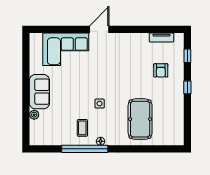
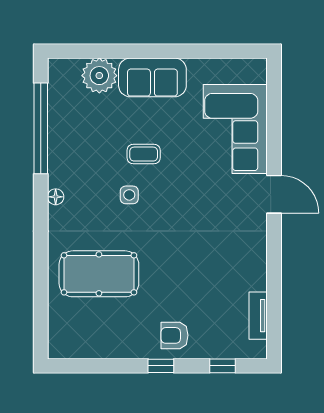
armchair: (161, 70) -> (174, 335), moved
plant: (34, 115) -> (99, 76), width x1.88, depth x1.88
coffee table: (82, 128) -> (144, 154), moved
window: (85, 149) -> (41, 128), moved

